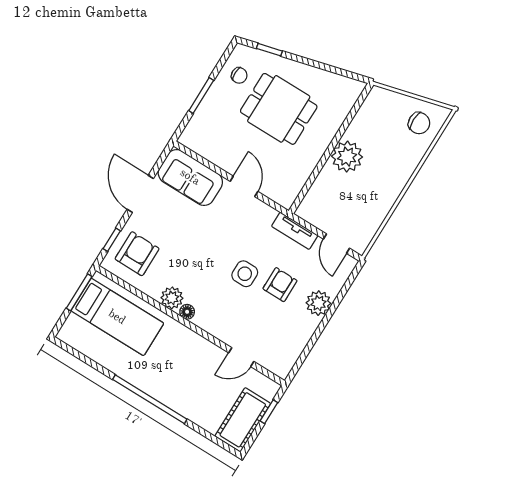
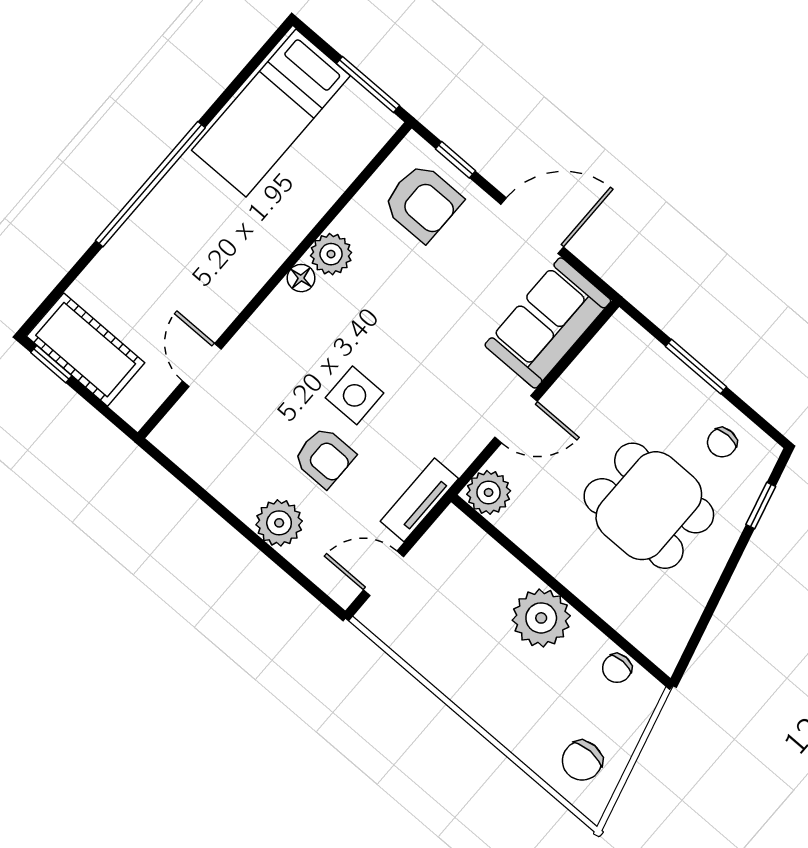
dining table: (279, 109) -> (649, 506), turned 90
chair: (367, 112) -> (617, 668), added
plant: (285, 195) -> (489, 492), added
bed: (117, 317) -> (271, 113), moved
window: (269, 412) -> (51, 364), moved

